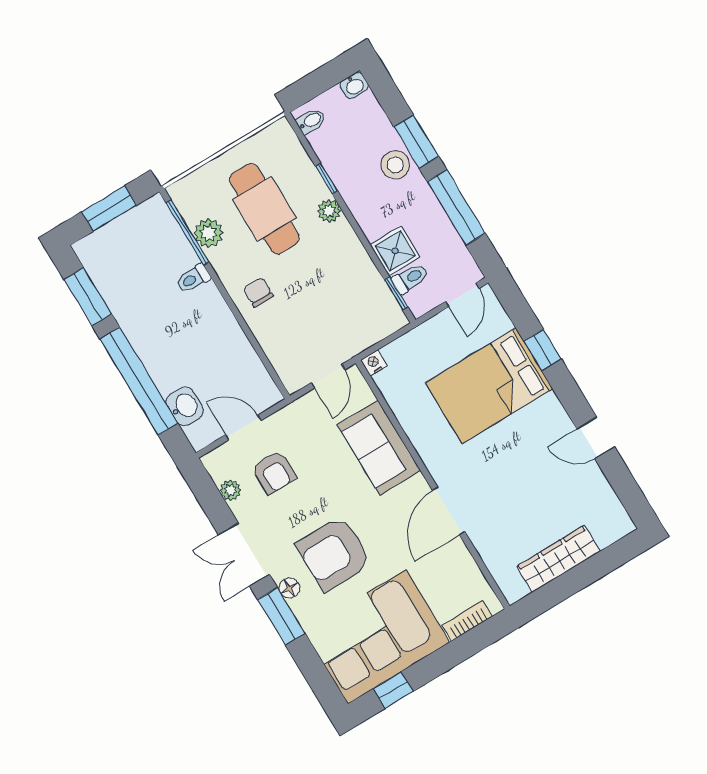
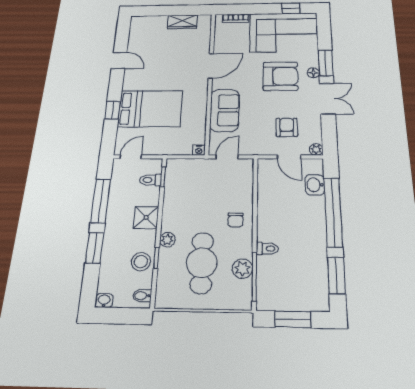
stool: (395, 165) -> (141, 262), moved
shower: (395, 251) -> (146, 218), moved
plant: (230, 490) -> (316, 149), moved
wardrobe: (558, 559) -> (183, 22), width x0.67

